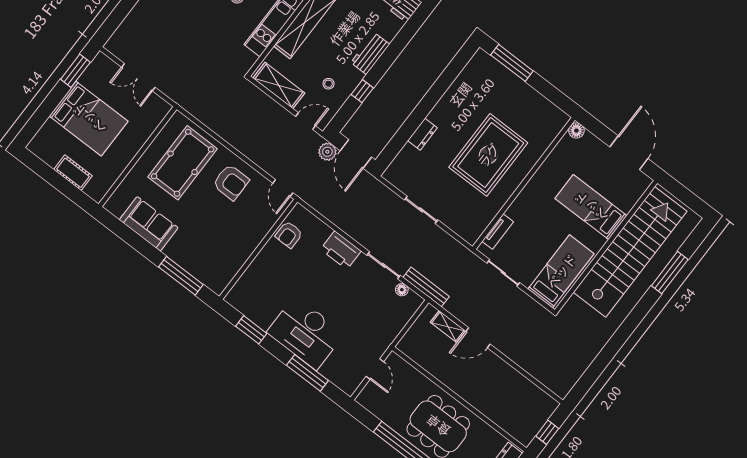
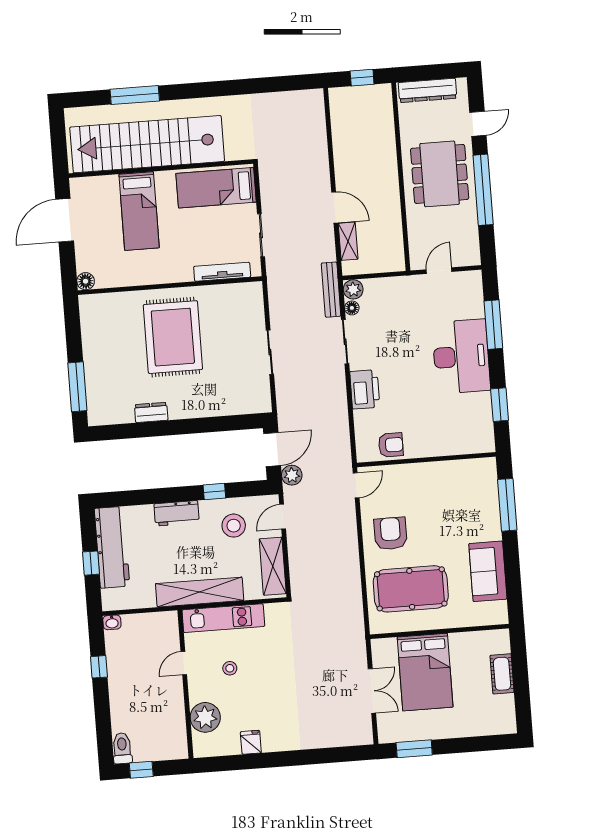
stool: (329, 84) -> (234, 526), width x1.89, depth x1.89
bed: (89, 119) -> (425, 672), moved, turned 180
door: (306, 121) -> (283, 517), hinge flipped
dresser: (422, 134) -> (151, 412), moved
rug: (488, 155) -> (173, 337), turned 90
tv unit: (498, 232) -> (222, 272), width x1.41
plant: (413, 302) -> (353, 289), added

